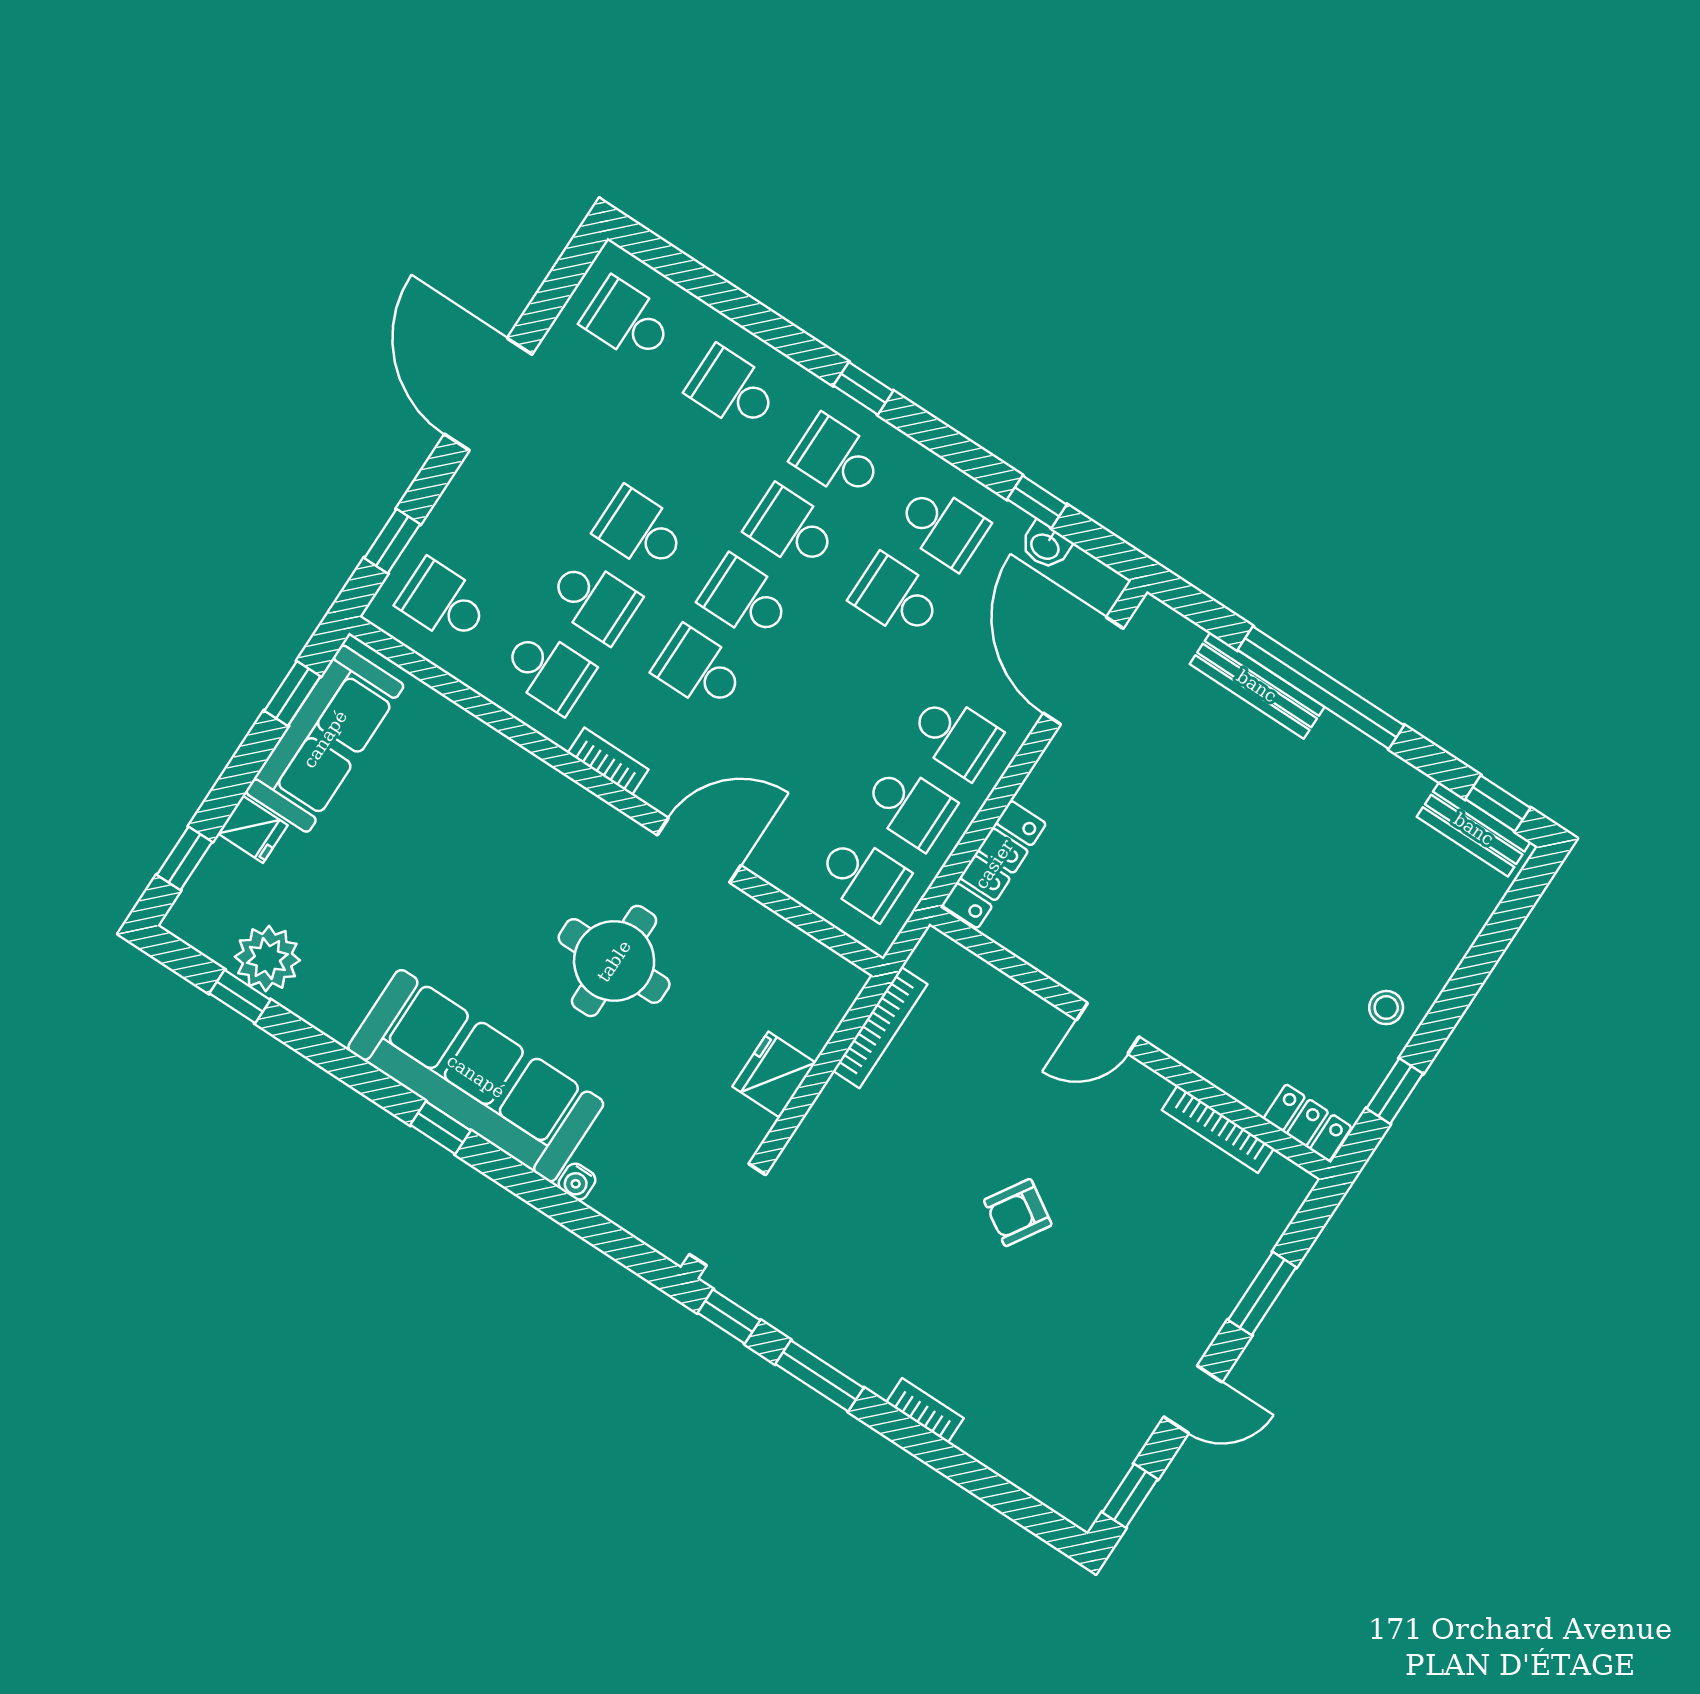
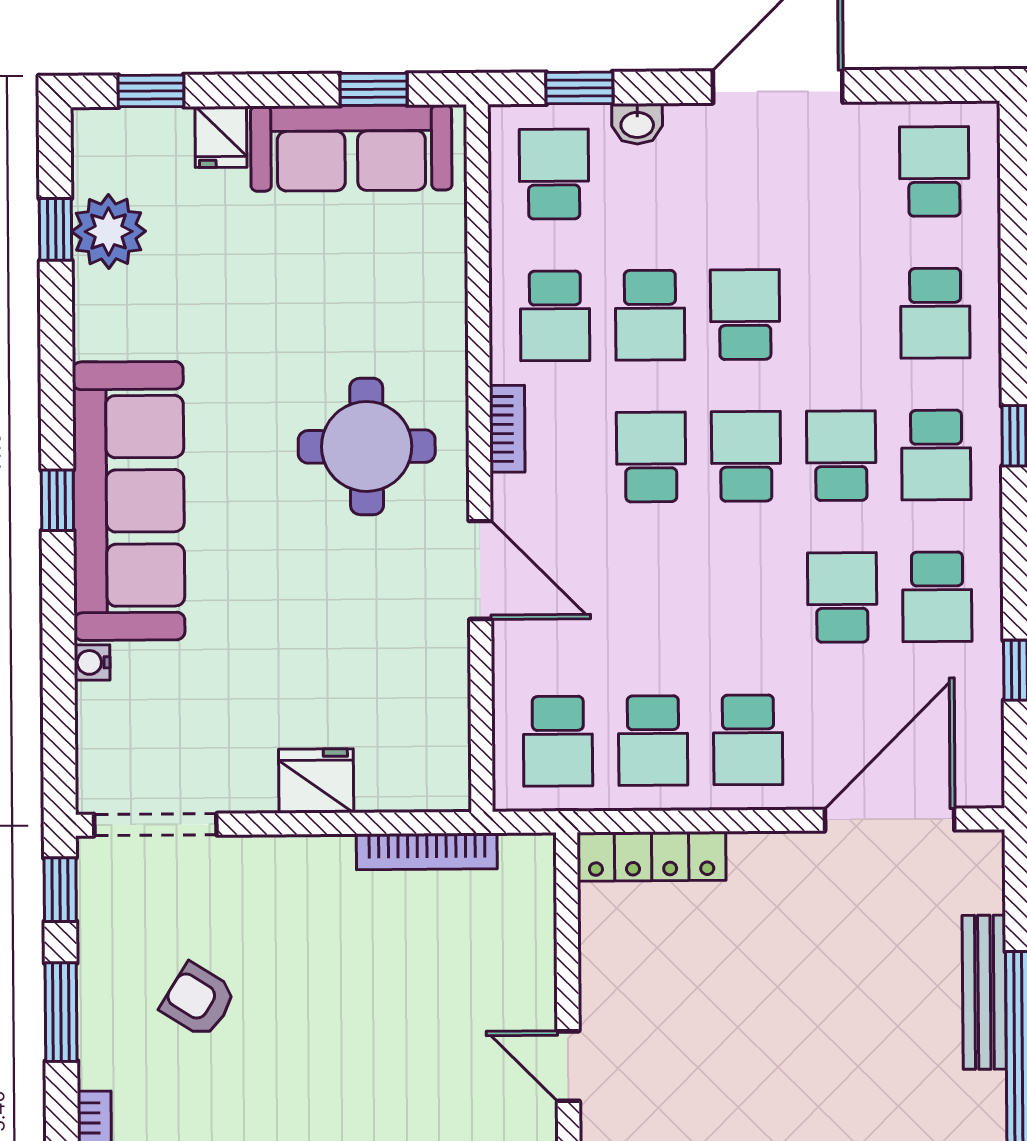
school desk: (733, 389) -> (935, 313), turned 180
school desk: (838, 458) -> (936, 455), turned 180
washbasin: (1045, 546) -> (637, 124), moved, turned -90
round table: (614, 961) -> (367, 446), moved
armchair: (1018, 1213) -> (198, 1000), moved

